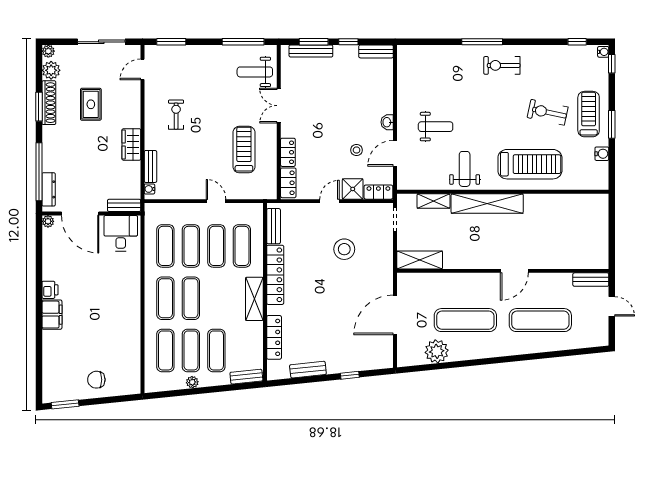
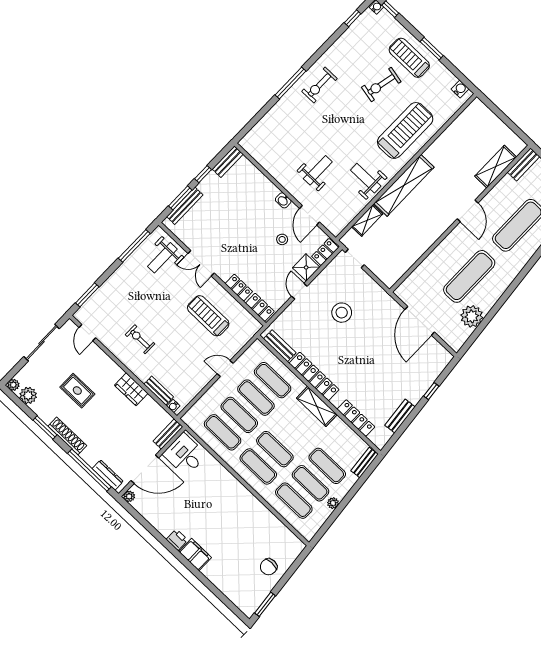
shoe rack: (49, 103) -> (67, 436), moved
water cooler: (602, 154) -> (460, 89), moved
shelving: (420, 260) -> (496, 167), moved

